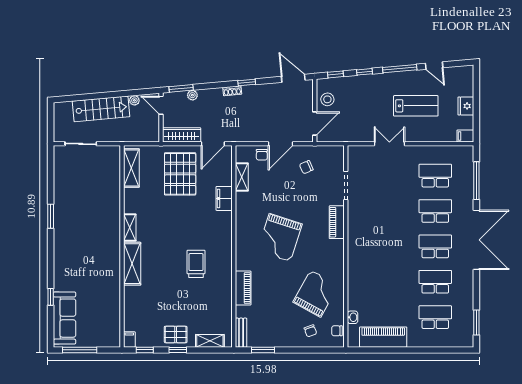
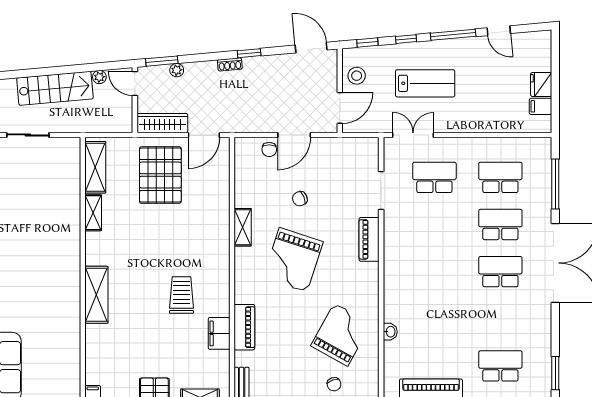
lab bench: (416, 106) -> (425, 83), moved
filing cabinet: (465, 136) -> (541, 106), moved
double door: (389, 144) -> (413, 135), moved
chair: (306, 167) -> (300, 199), moved
shelving: (242, 177) -> (243, 227), moved
filing cabinet: (224, 198) -> (219, 333), moved
shelving: (130, 227) -> (93, 213), moved
school desk: (435, 282) -> (434, 177), moved
washbasin: (353, 317) -> (390, 332), moved
chair: (337, 331) -> (369, 384), removed

